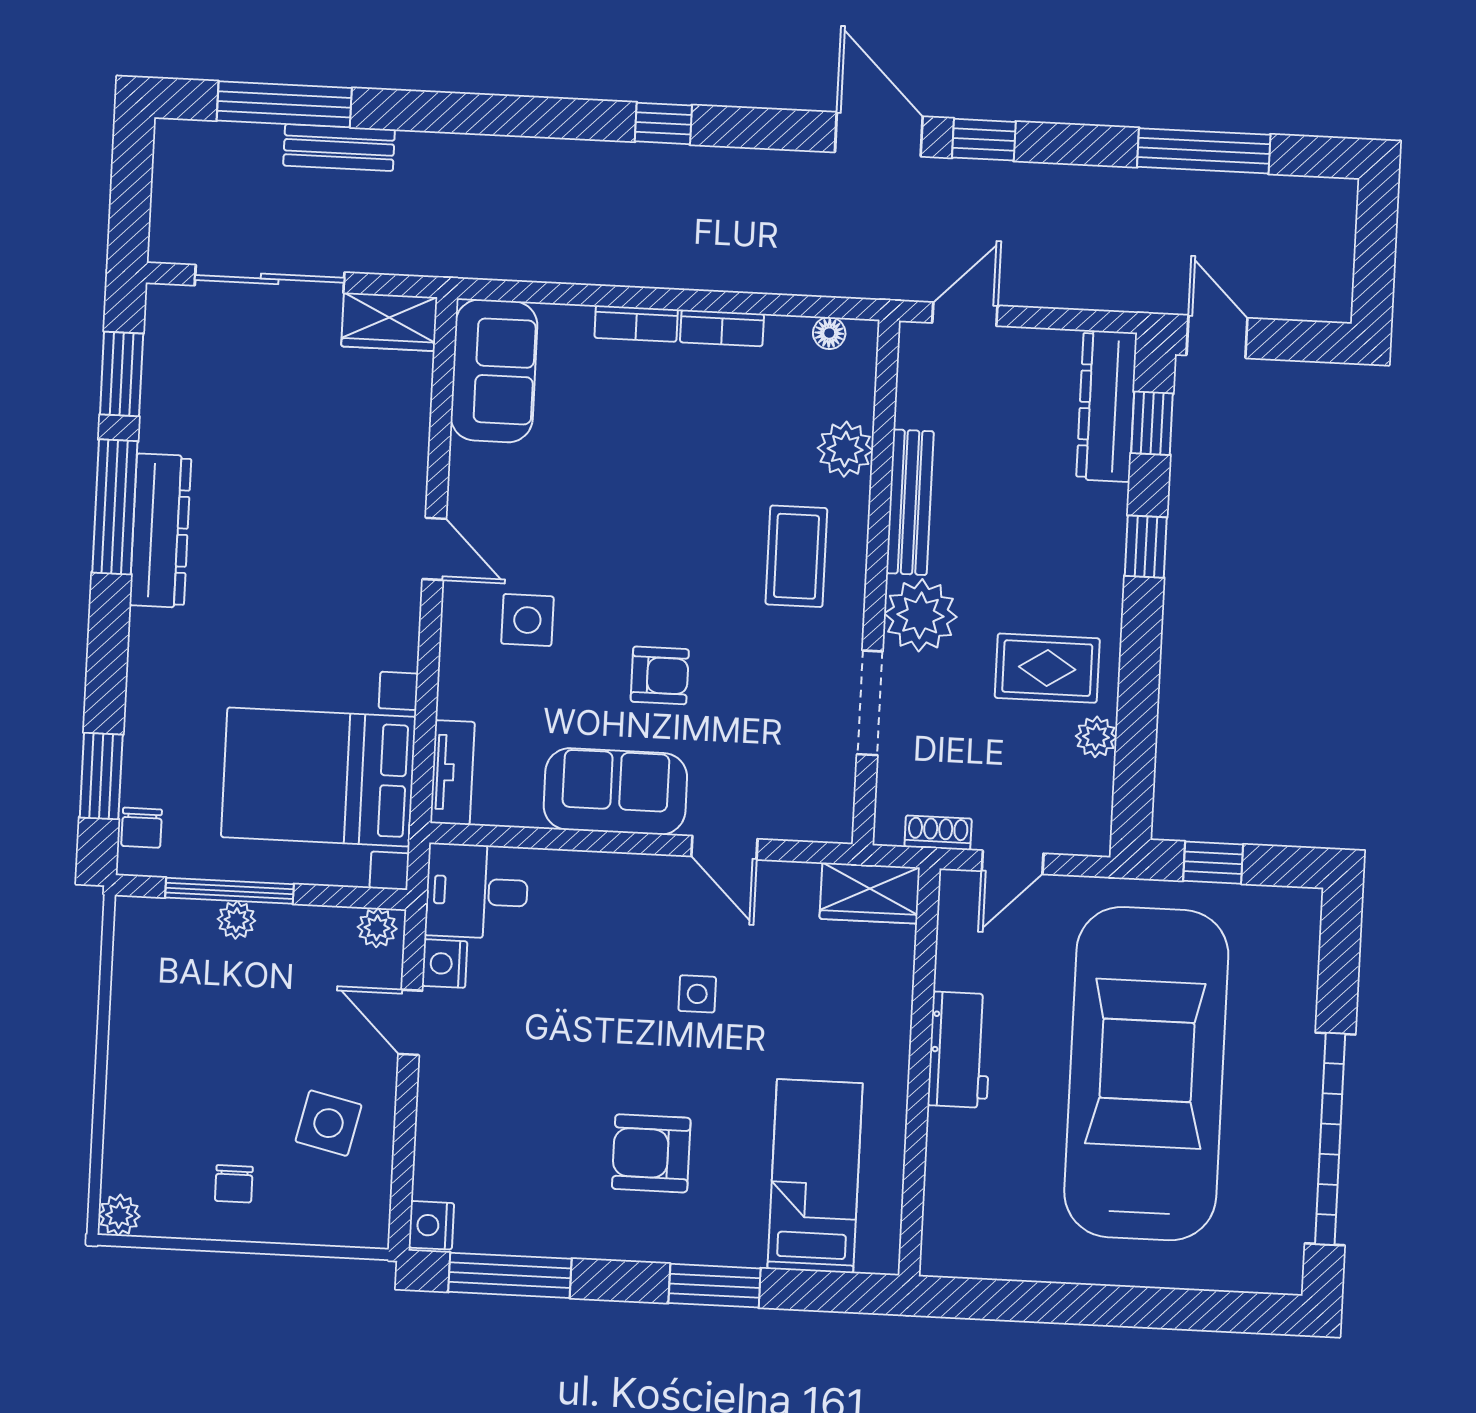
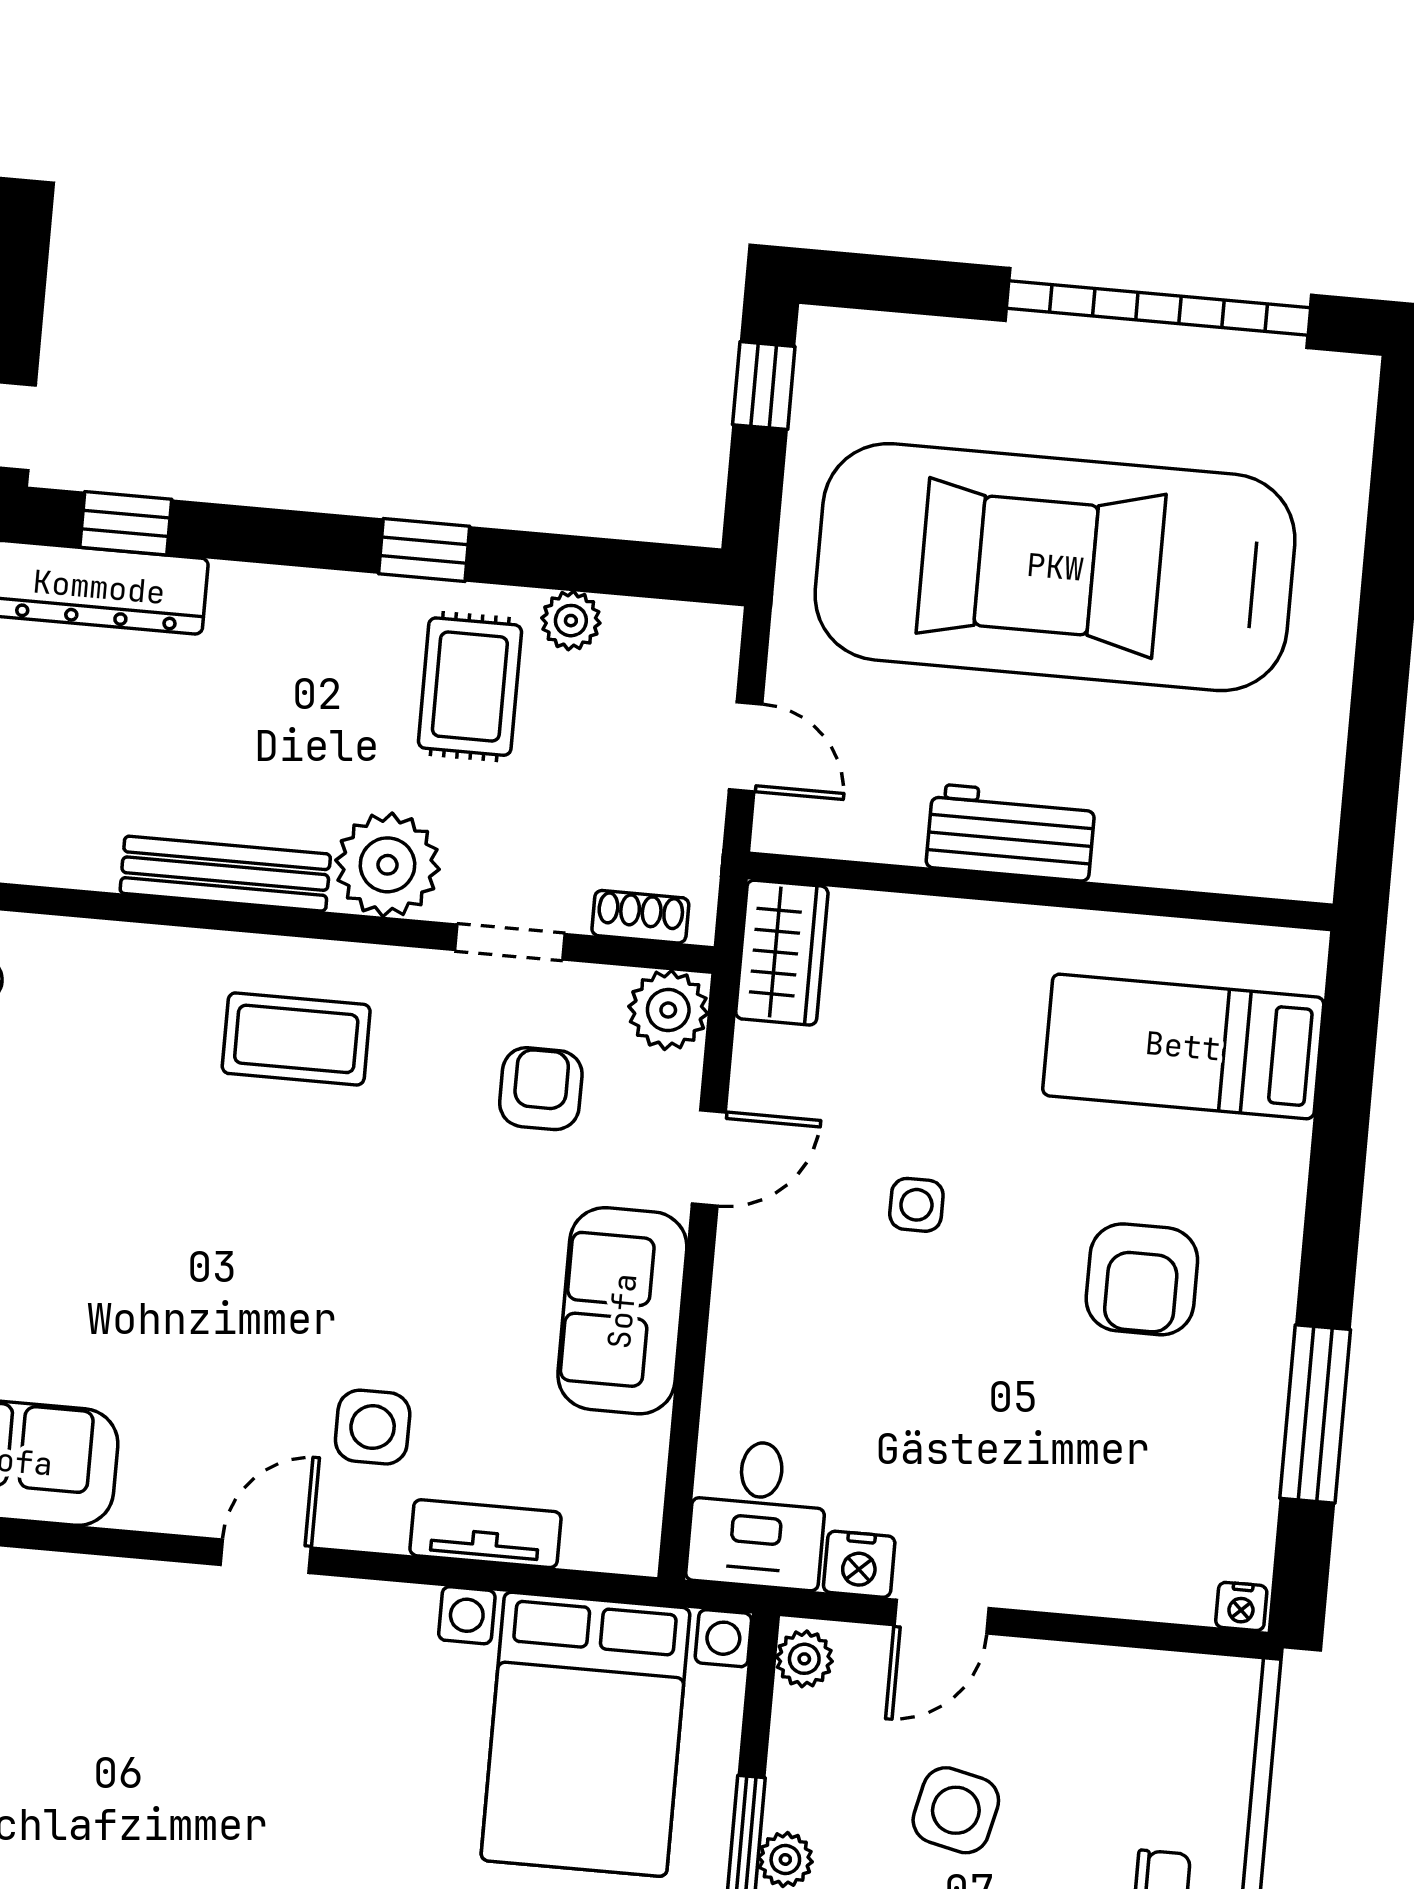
plant: (845, 449) -> (668, 1010), moved
window: (1146, 547) -> (424, 550), moved
armchair: (660, 675) -> (541, 1089), moved
doorway: (870, 703) -> (510, 942), width x0.73
tv unit: (452, 772) -> (485, 1534), moved
shoe rack: (938, 833) -> (640, 917), moved, turned 90
window: (1213, 863) -> (764, 386), moved
side table: (329, 1123) -> (956, 1810), moved
nightstand: (431, 1225) -> (1241, 1606), width x0.72, depth x0.74
window: (510, 1275) -> (1315, 1414), moved
window: (715, 1286) -> (1334, 1196), removed

